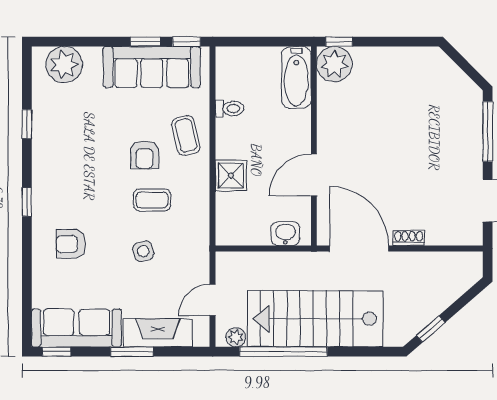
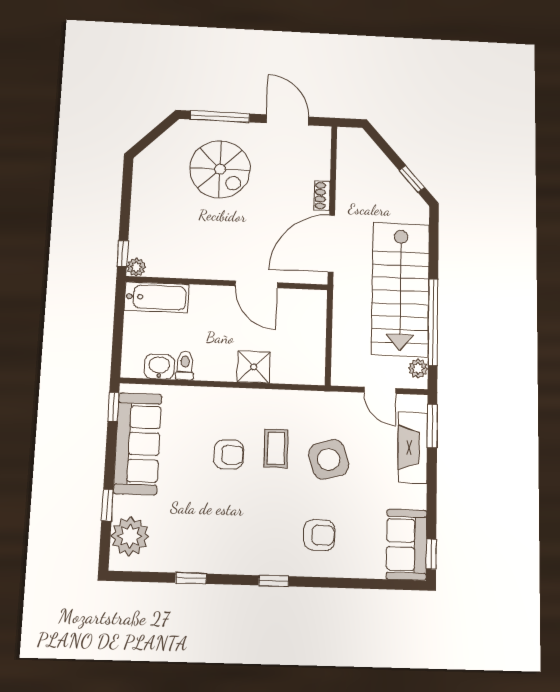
window: (145, 42) -> (107, 505), moved
plant: (334, 64) -> (136, 267), width x0.53, depth x0.53
spiral stairs: (432, 134) -> (220, 169), added
coffee table: (186, 135) -> (211, 411), removed
washbasin: (285, 234) -> (159, 367), moved, turned 90
armchair: (71, 244) -> (319, 535), turned -90
side table: (143, 251) -> (329, 459), width x1.87, depth x1.87
sofa: (76, 328) -> (407, 545), width x0.73
window: (132, 352) -> (432, 426), moved

